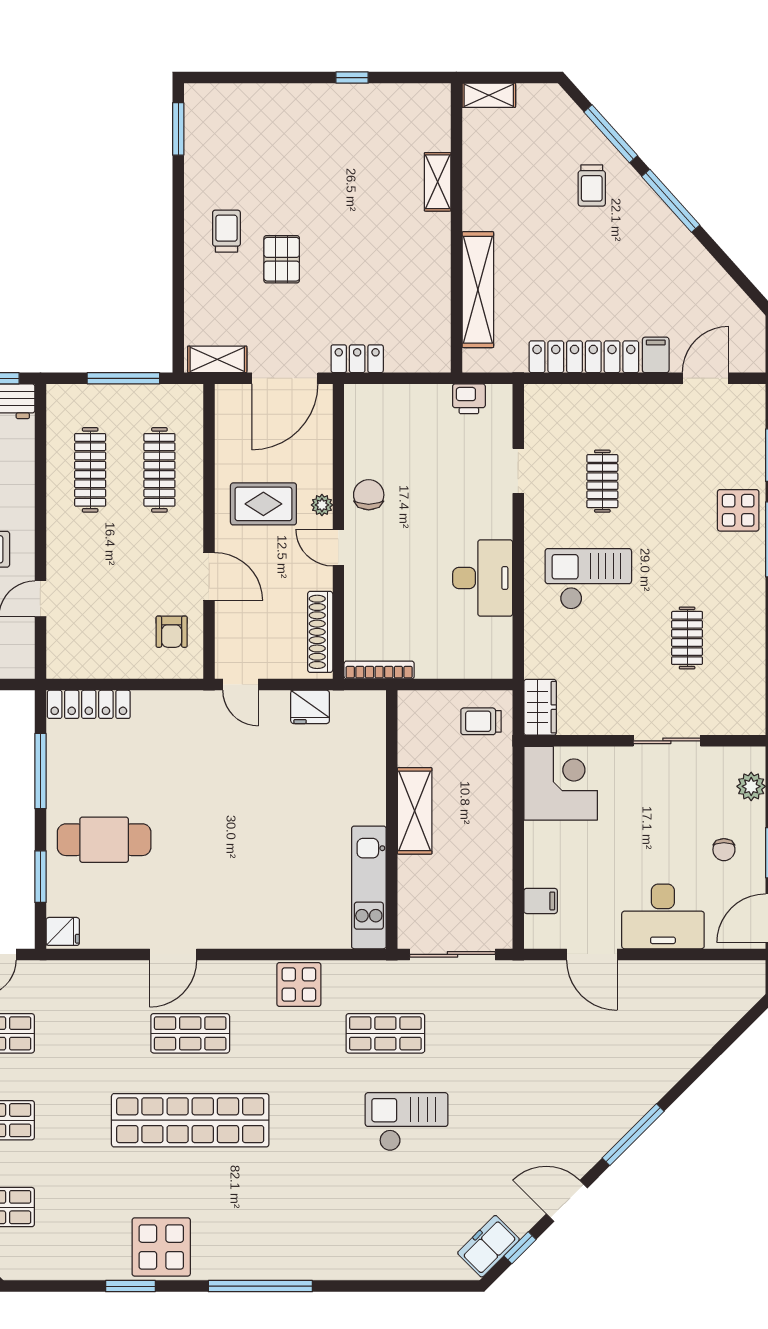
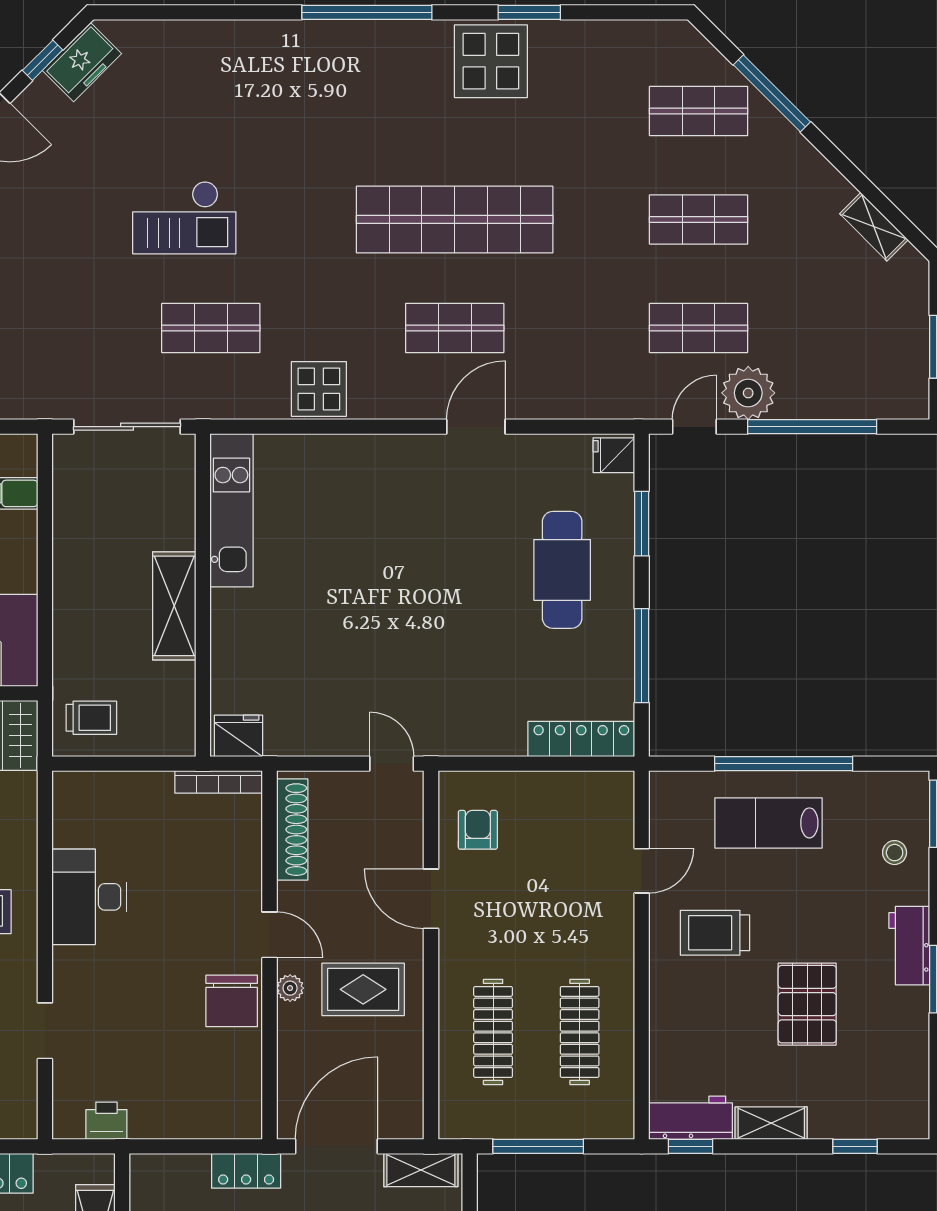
chair: (369, 495) -> (232, 1001), width x1.37, depth x1.37
fridge: (310, 707) -> (239, 736), moved
cafe table: (104, 840) -> (562, 570), turned 90

